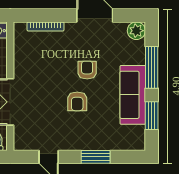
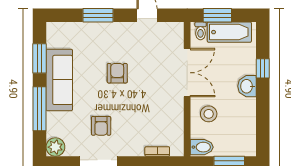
bookcase: (46, 26) -> (157, 151), width x0.64
armchair: (87, 70) -> (101, 126), moved

